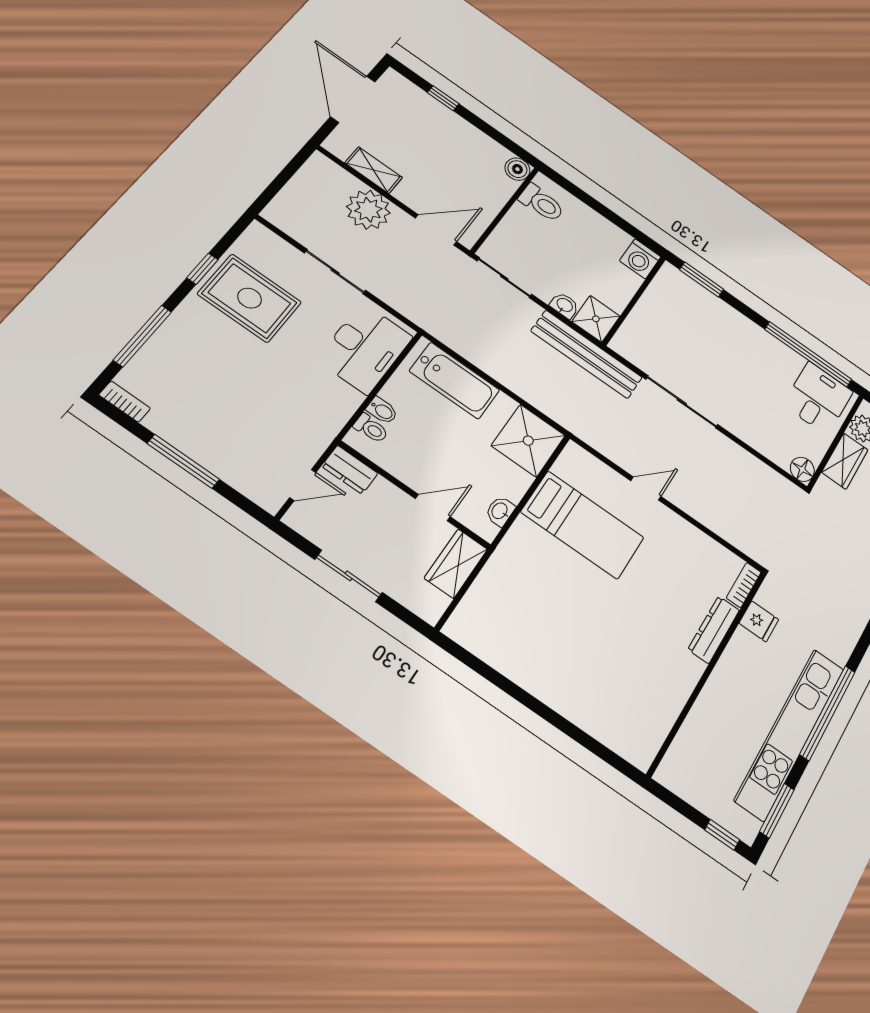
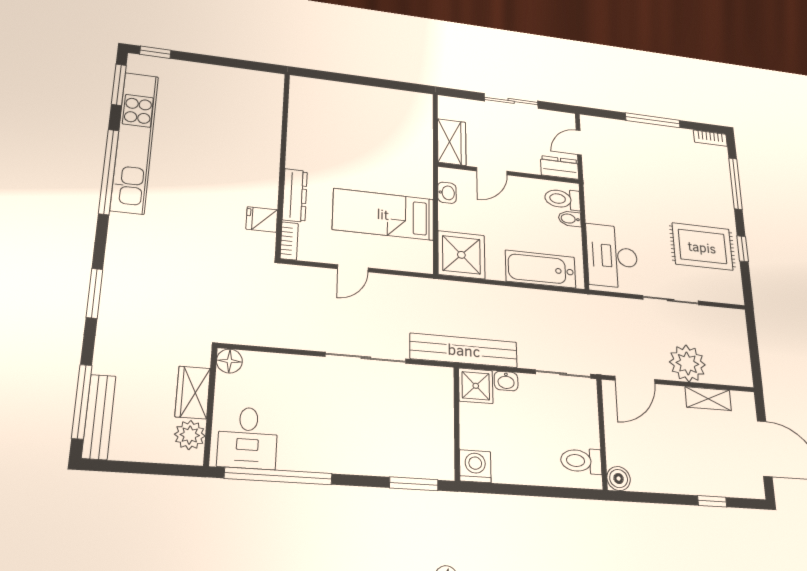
toilet: (371, 428) -> (562, 199), width x1.37, depth x1.39
bookcase: (744, 585) -> (289, 241), moved
fridge: (759, 621) -> (262, 219), moved
dresser: (714, 630) -> (295, 195), moved
wall: (708, 671) -> (283, 163), moved

